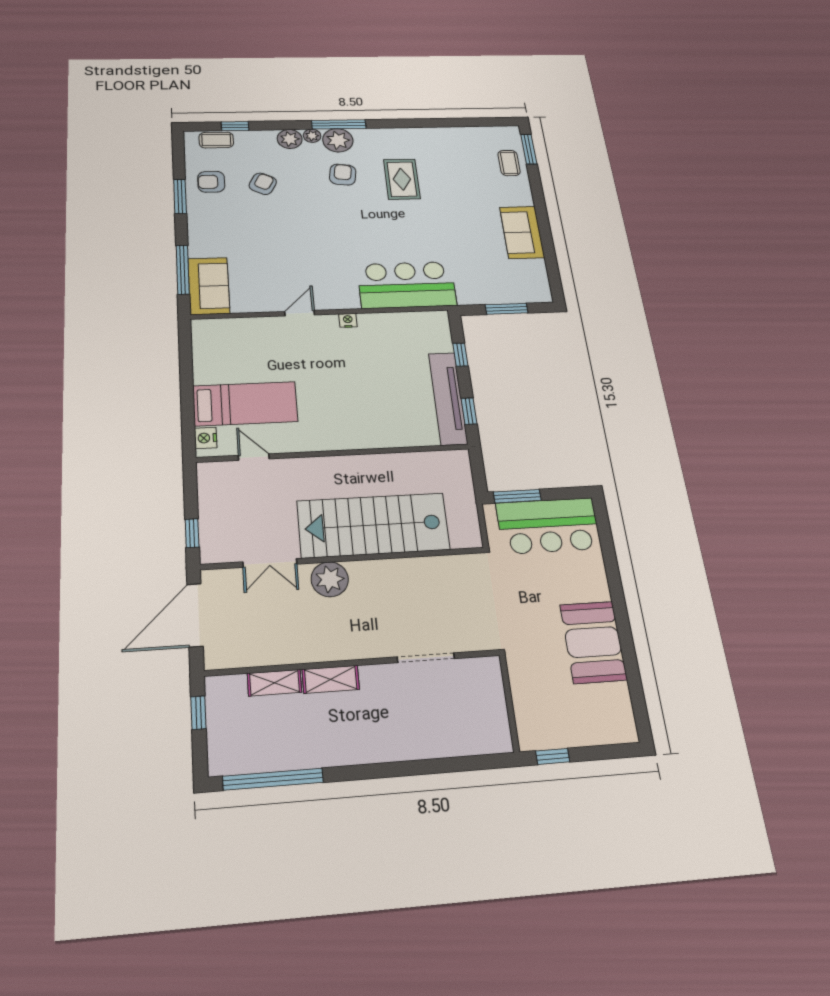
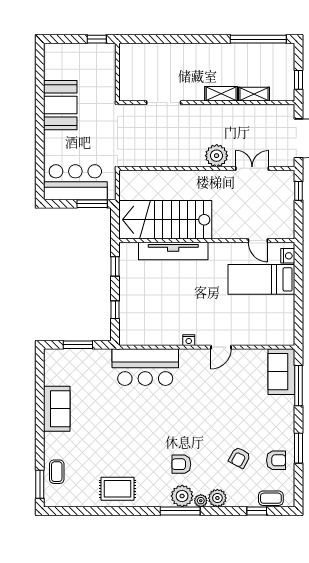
armchair: (343, 175) -> (181, 464), turned 82
rug: (402, 179) -> (118, 489), moved, turned 90
tv unit: (448, 398) -> (173, 251), moved, turned 90
stairs: (373, 525) -> (165, 220), moved, turned 180

